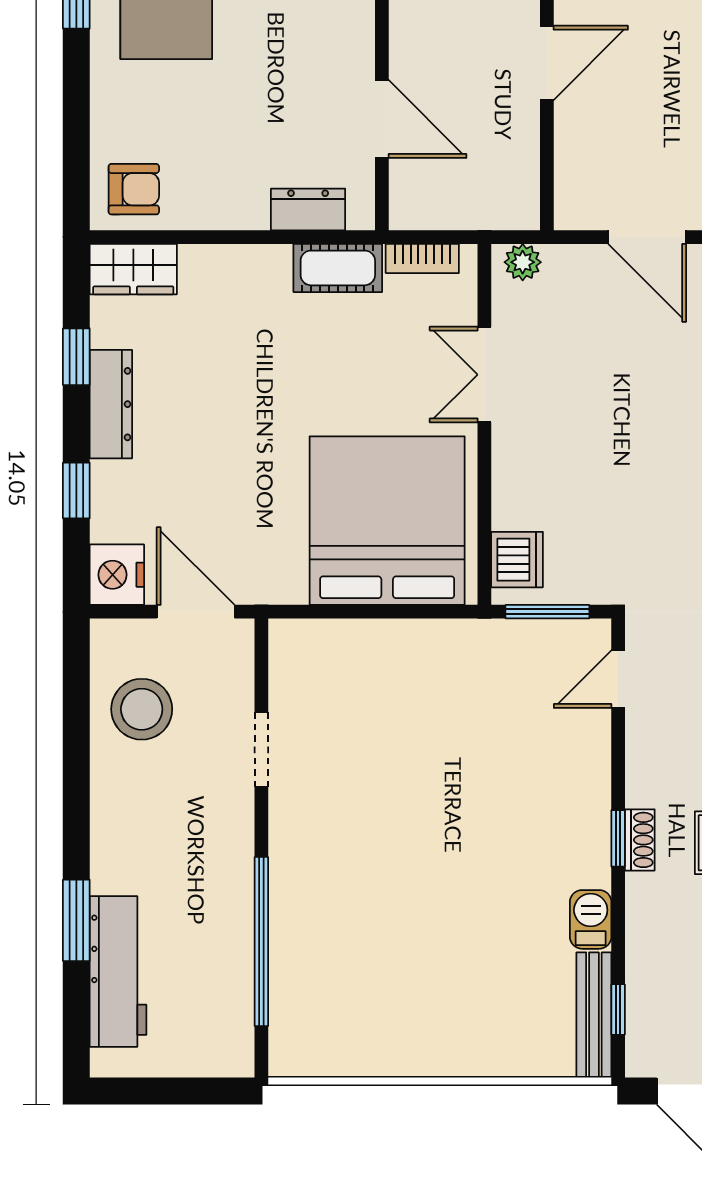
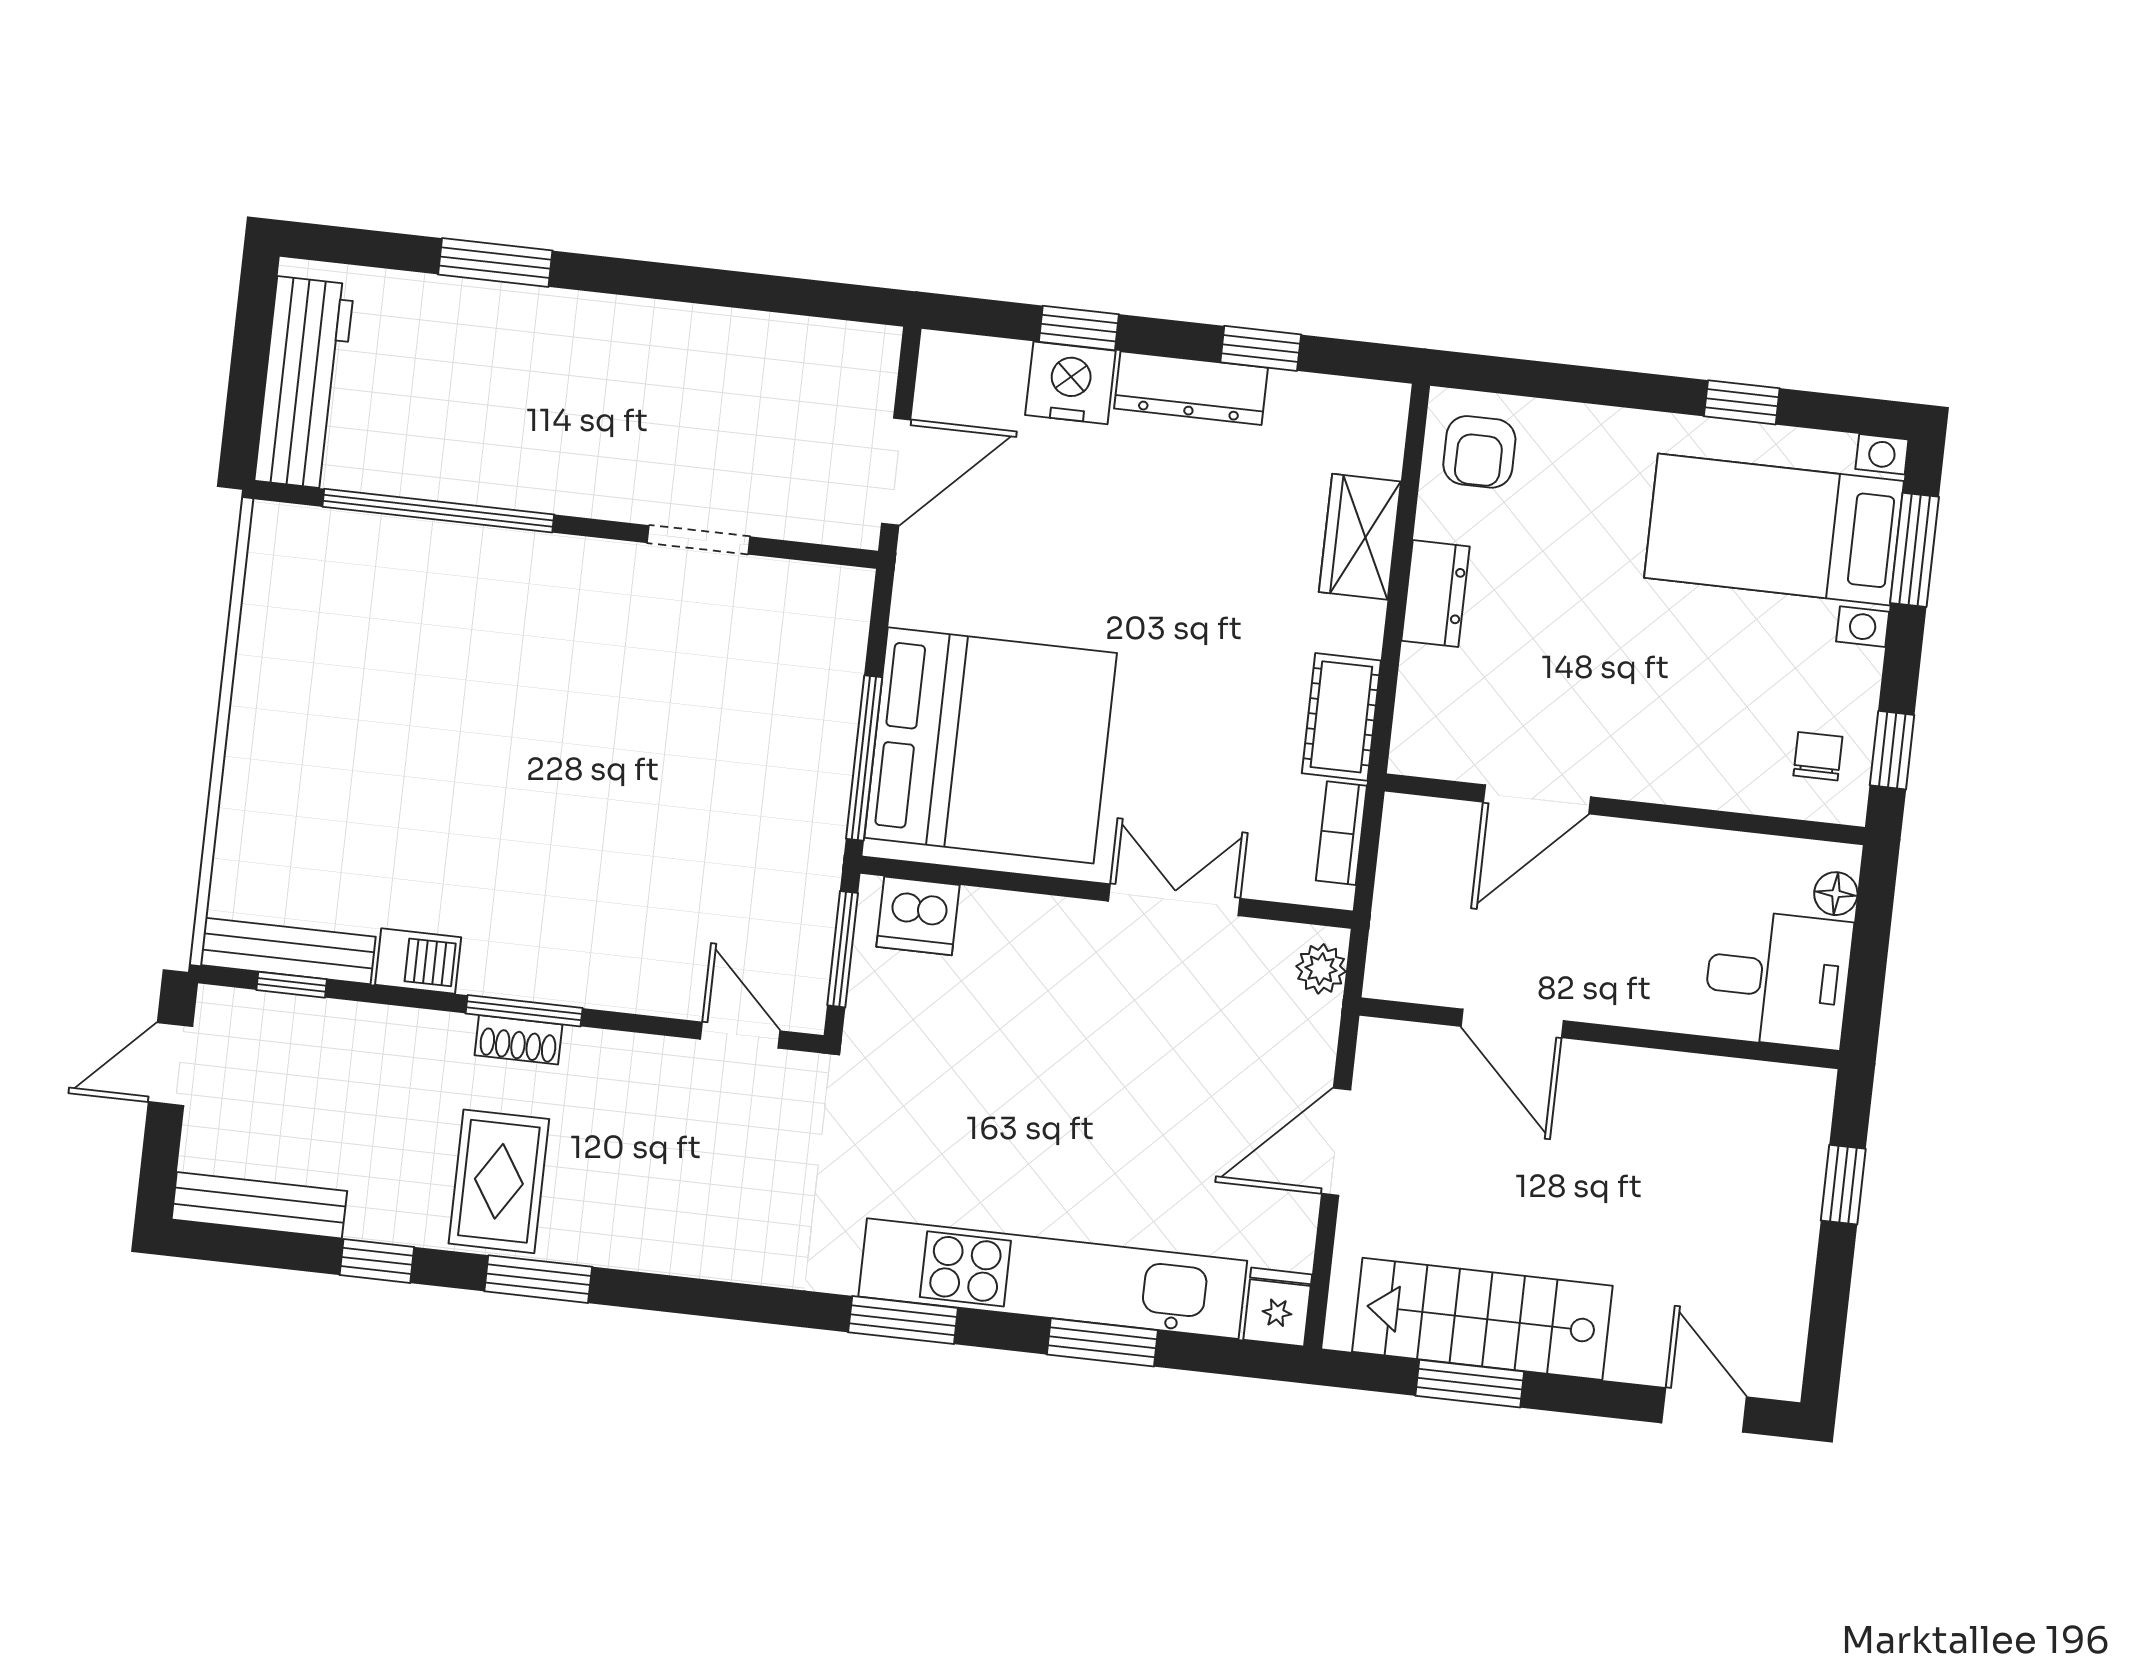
door: (547, 63) -> (1512, 1023), moved
dresser: (308, 210) -> (1436, 594), moved
wardrobe: (133, 269) -> (1360, 537), moved
nightstand: (117, 575) -> (1070, 383), moved
window: (407, 612) -> (864, 758), added
stool: (142, 709) -> (772, 383), removed
window: (618, 838) -> (524, 1011), width x1.50
workbench: (118, 971) -> (304, 383), moved, turned -90

